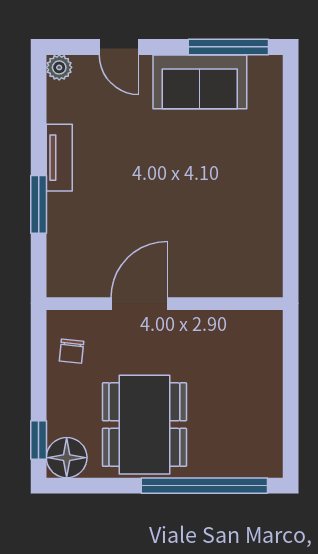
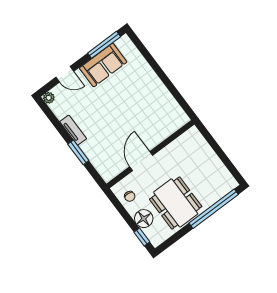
floor lamp: (67, 458) -> (144, 219), moved

